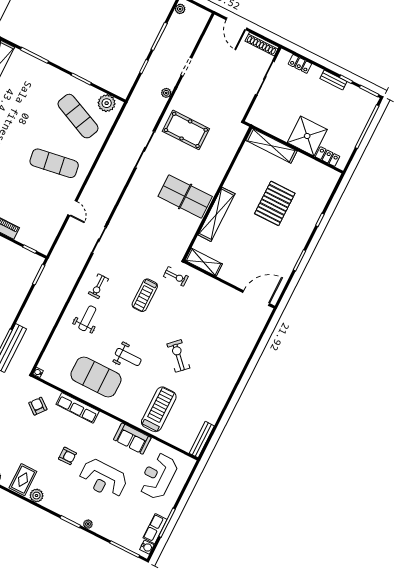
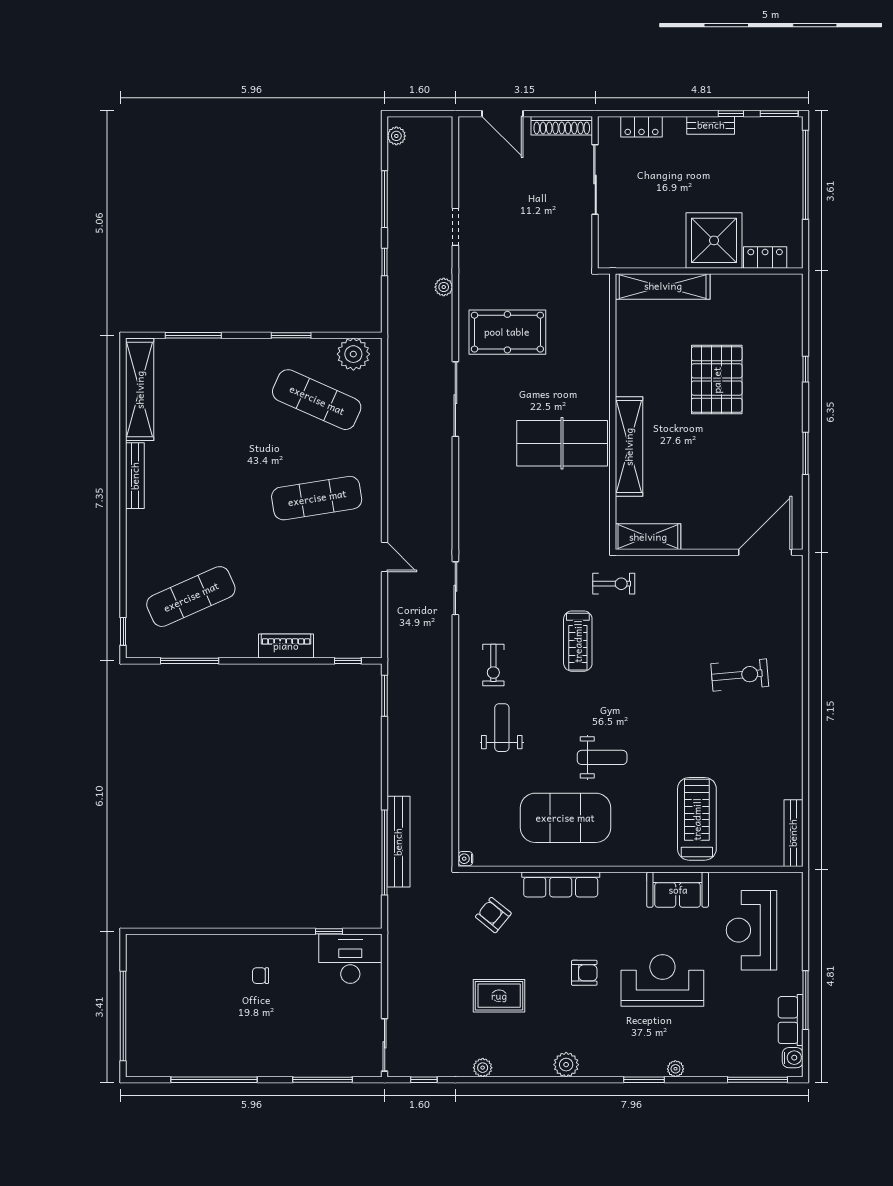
exercise bike: (178, 356) -> (740, 675), moved, turned 129
reception desk: (103, 479) -> (662, 980), turned 180
rug: (23, 480) -> (499, 996), moved, turned 90

